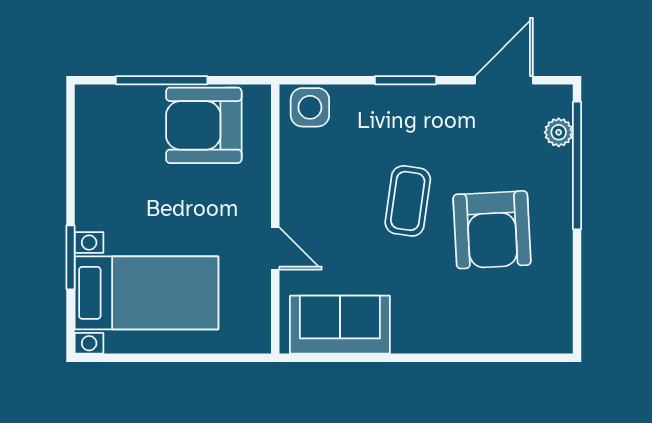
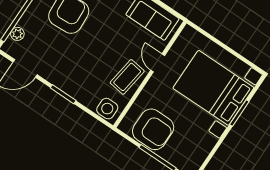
coffee table: (408, 201) -> (127, 77), moved
bed with nightstands: (146, 293) -> (213, 88), width x1.36

